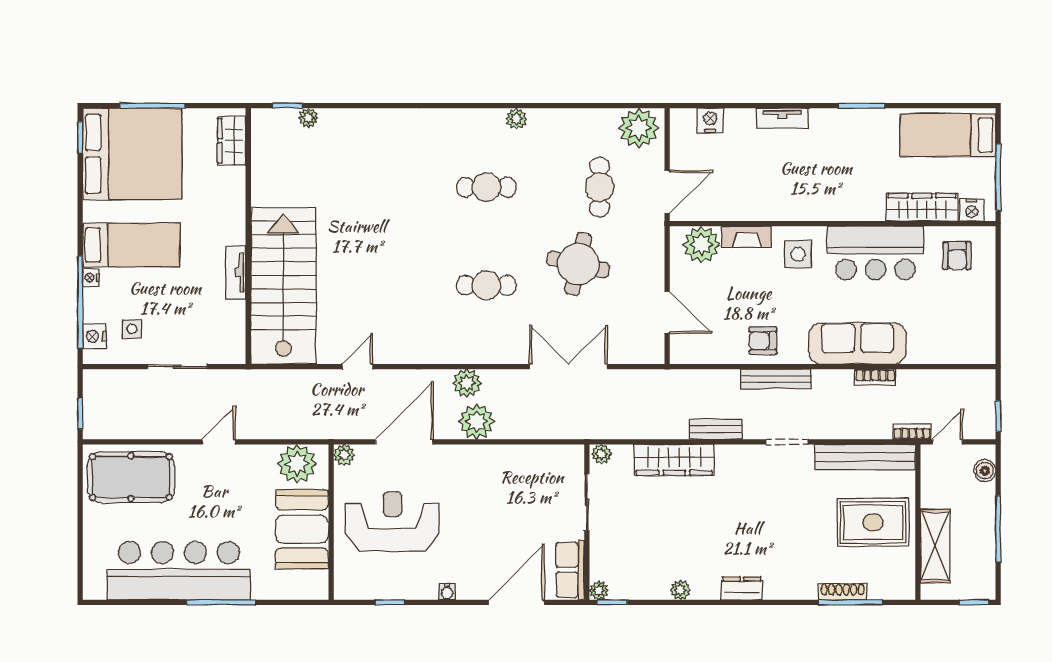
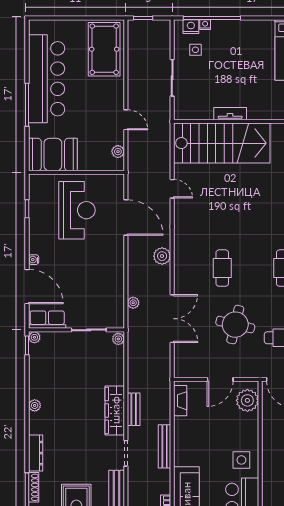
fireplace: (746, 237) -> (180, 401), moved, turned 180
bed: (131, 245) -> (247, 49), removed
nightstand: (91, 278) -> (205, 25), moved
door: (667, 312) -> (220, 379), moved
armchair: (763, 341) -> (188, 438), removed
plant: (476, 422) -> (133, 303), moved, width x0.53, depth x0.53
door: (219, 442) -> (126, 120), moved
plant: (344, 455) -> (118, 180), removed
wardrobe: (674, 460) -> (115, 410), moved
plant: (297, 464) -> (118, 152), width x0.53, depth x0.53
booth: (302, 529) -> (53, 155), moved
dresser: (742, 588) -> (36, 453), moved, width x1.44
plant: (680, 590) -> (35, 405), moved
water cooler: (447, 592) -> (34, 260), moved

